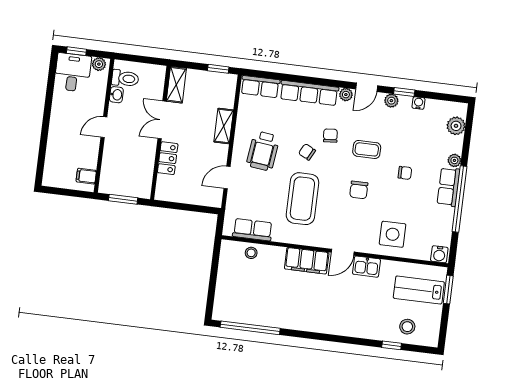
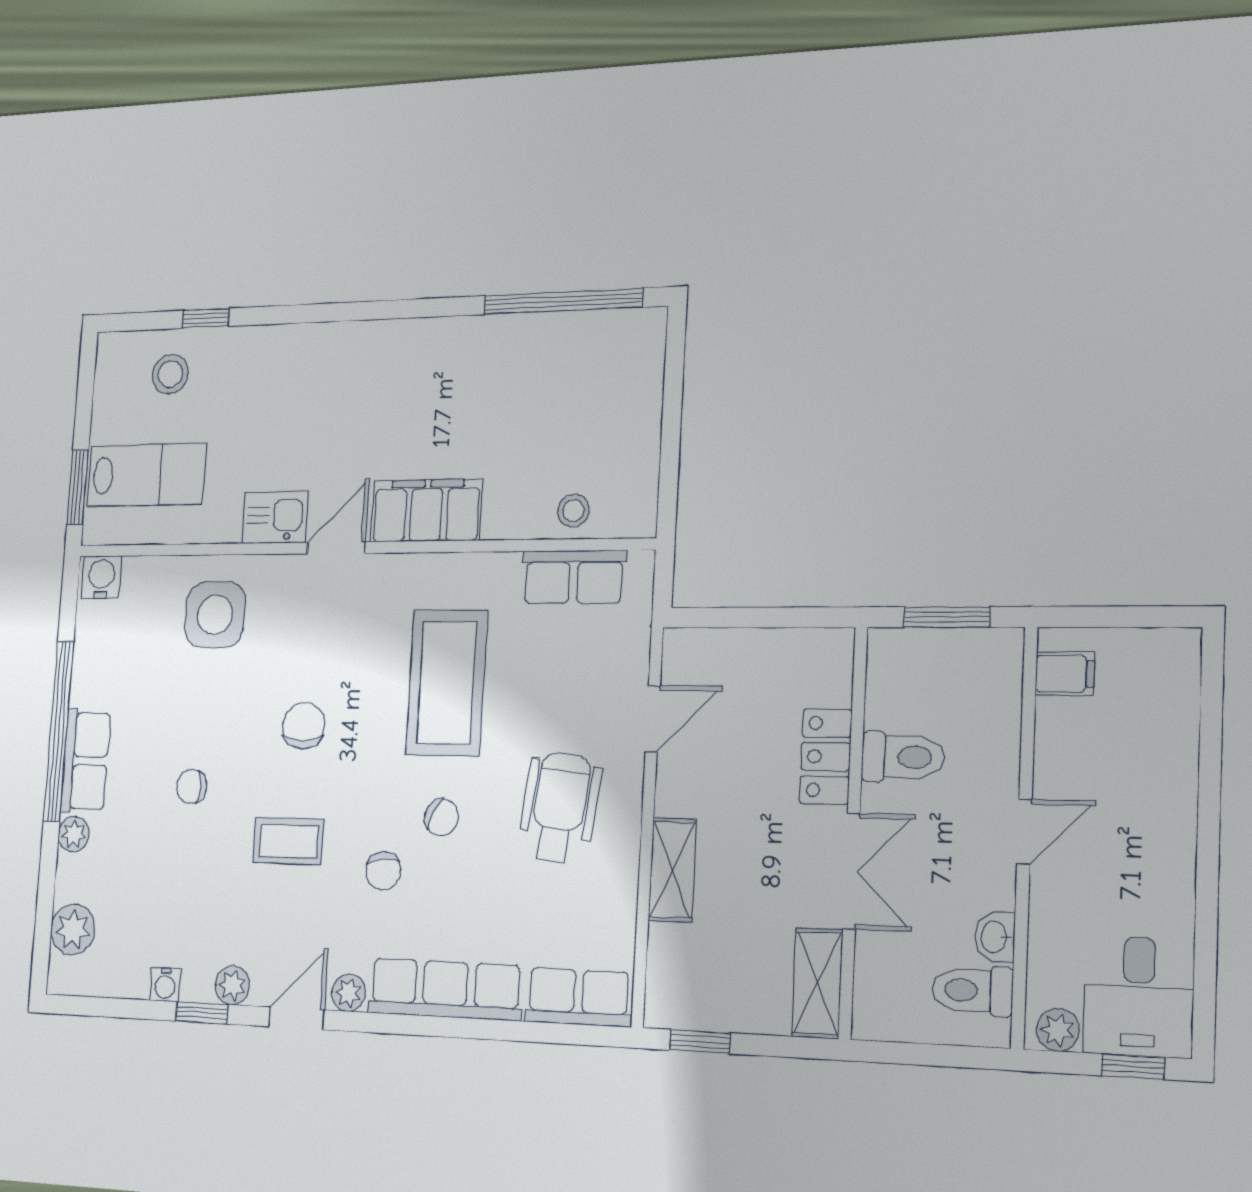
toilet: (142, 155) -> (903, 757), added

